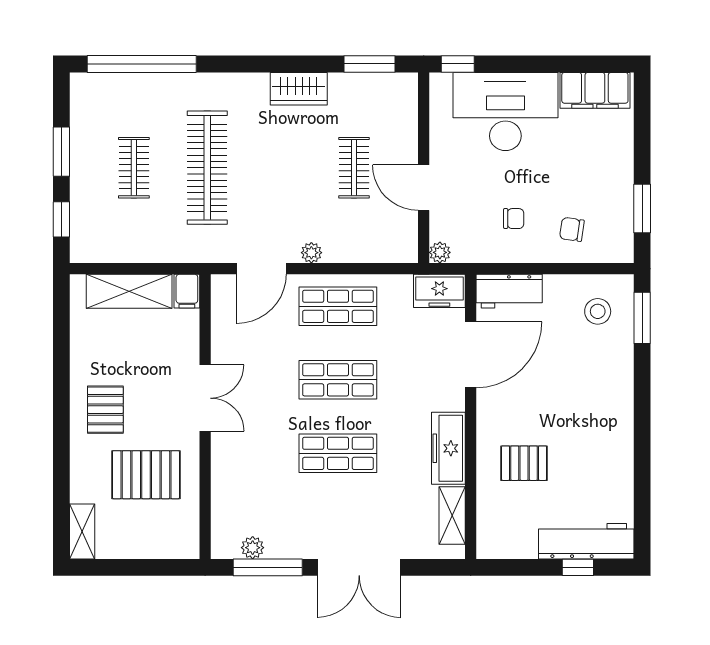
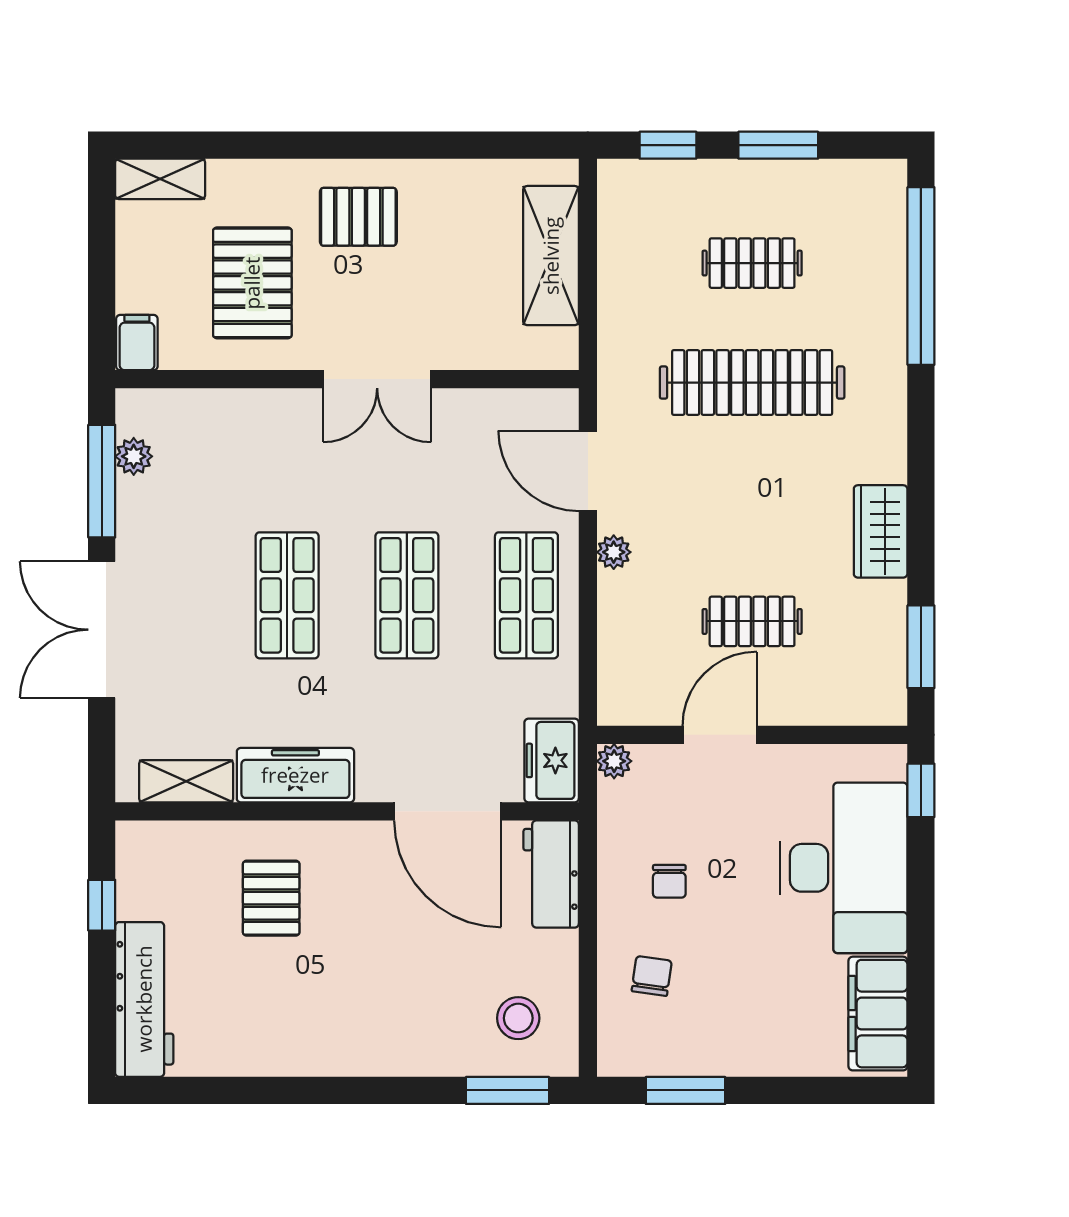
filing cabinet: (187, 291) -> (137, 343), moved, turned 90
window: (578, 567) -> (102, 905), moved

